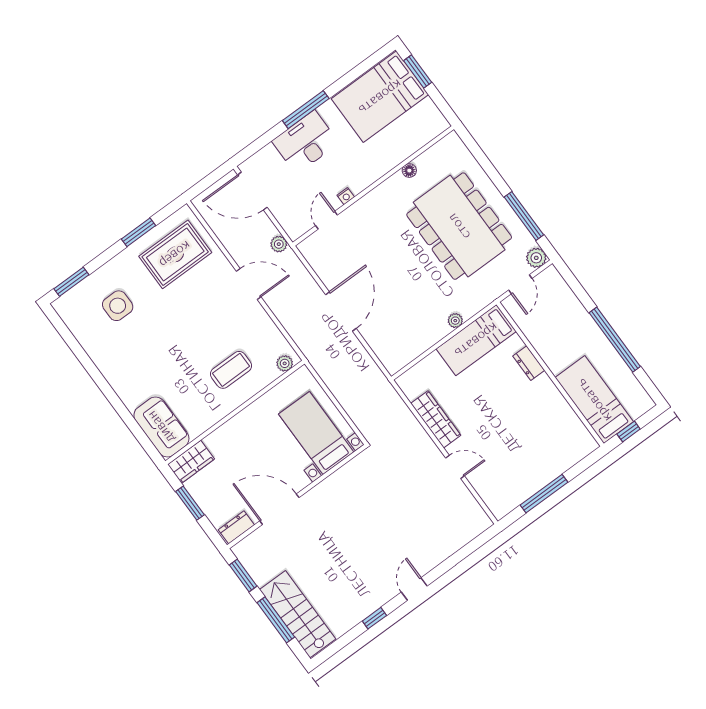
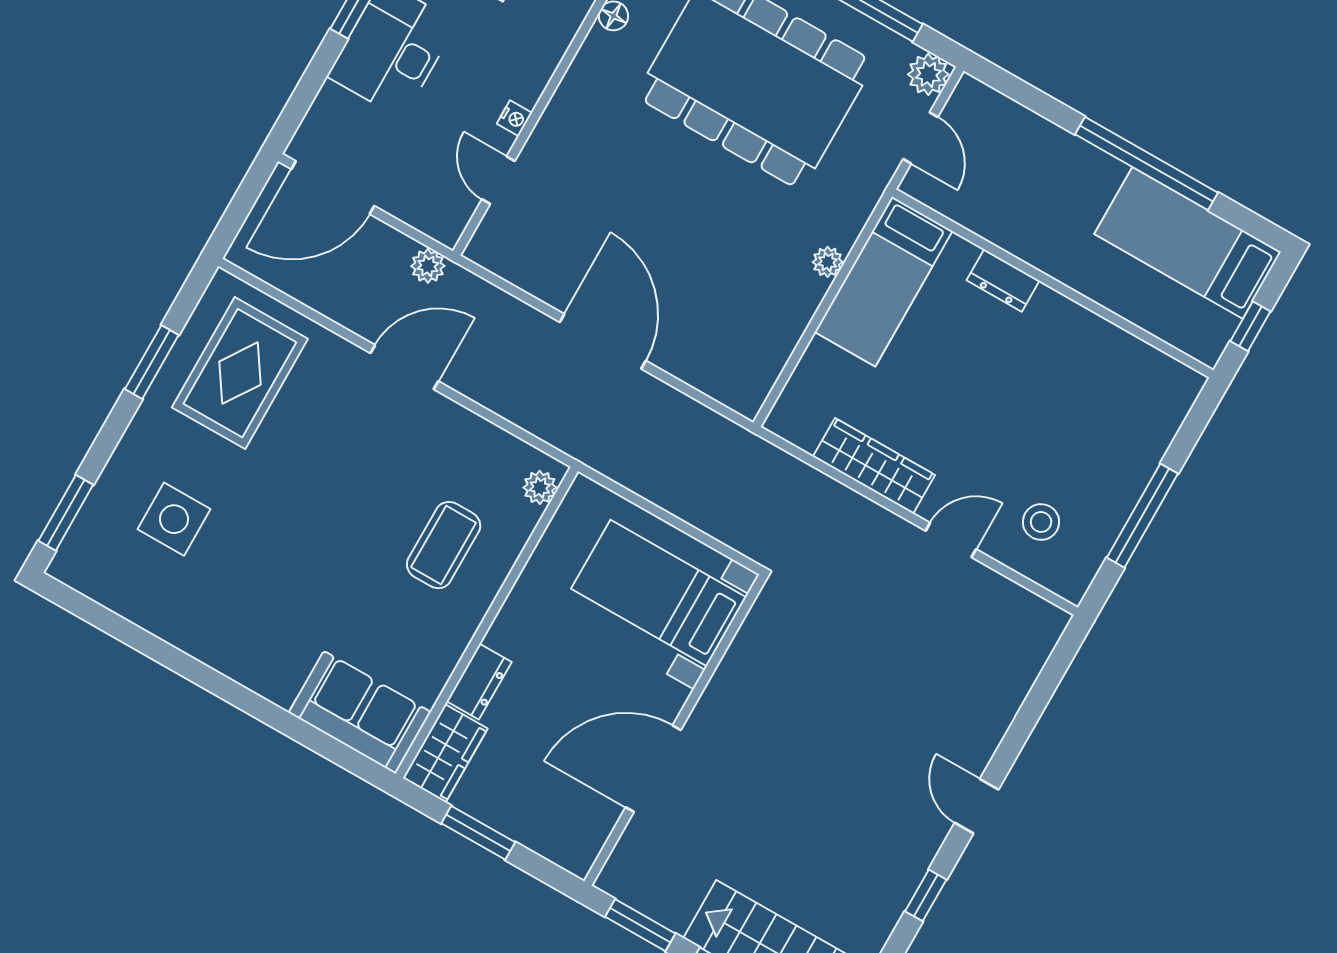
bed: (594, 400) -> (1188, 243), moved
stool: (498, 477) -> (1041, 522), added
dresser: (236, 527) -> (479, 682), moved, turned 180

